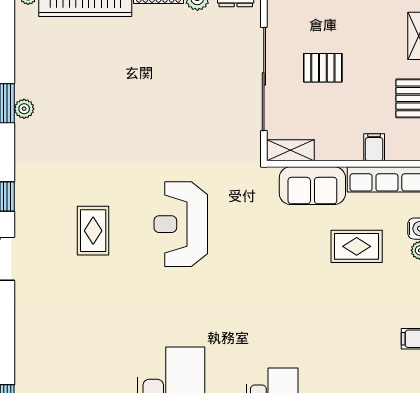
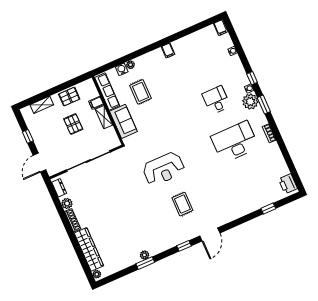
pallet: (323, 68) -> (73, 124), moved
shelving: (290, 150) -> (104, 117), moved
rug: (93, 231) -> (182, 204), turned 90

